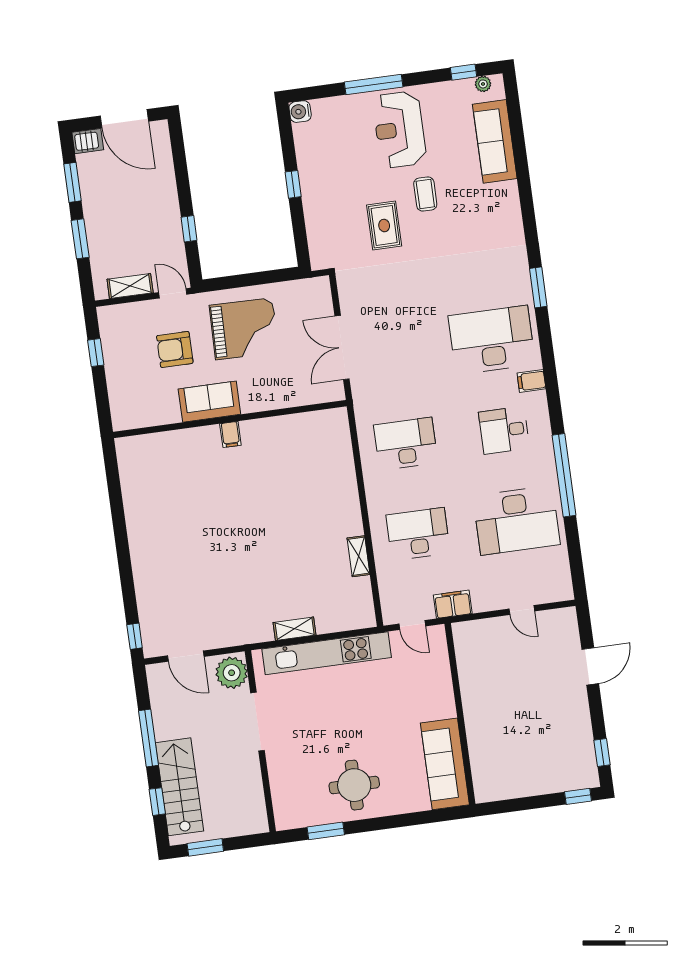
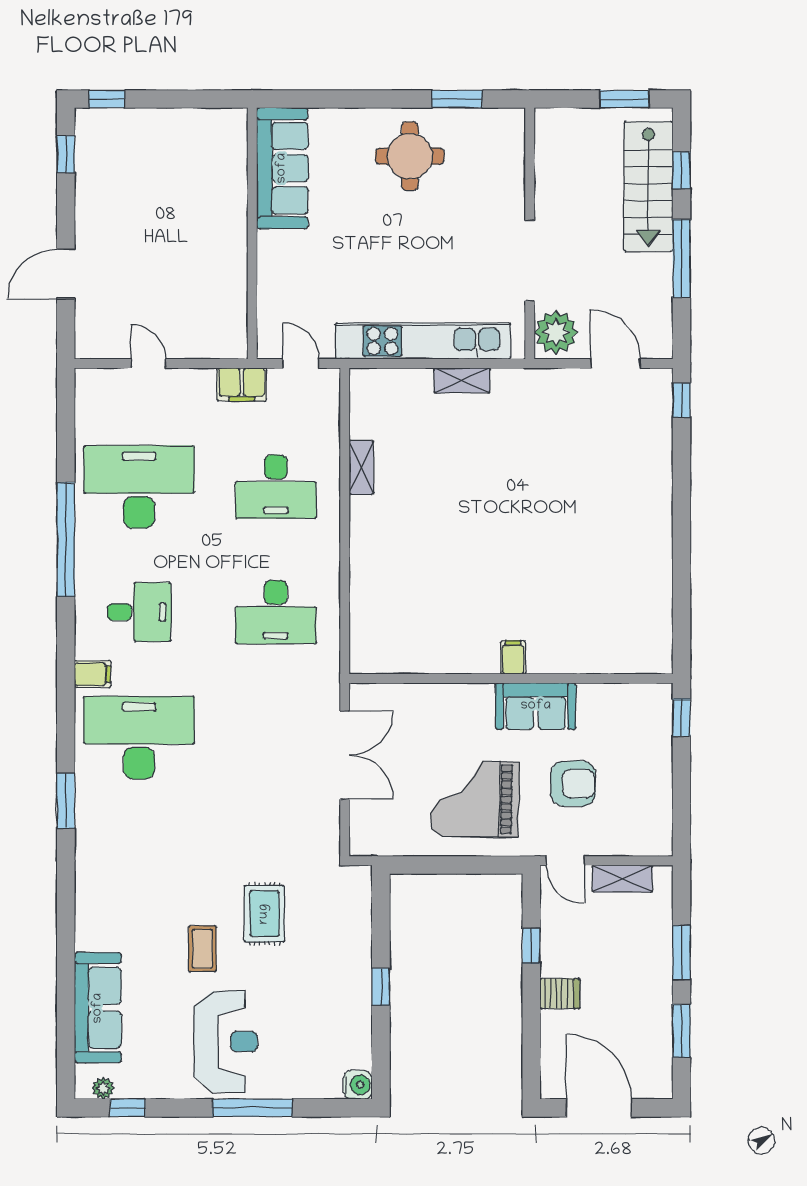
server rack: (88, 141) -> (560, 994), moved, turned 180
desk: (492, 340) -> (139, 737), turned 180
window: (96, 353) -> (681, 717), moved

